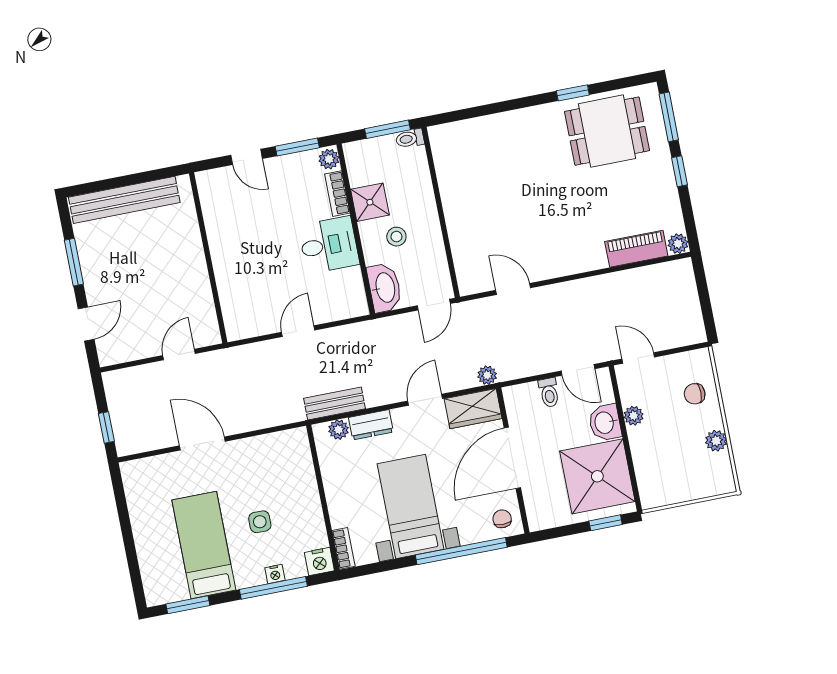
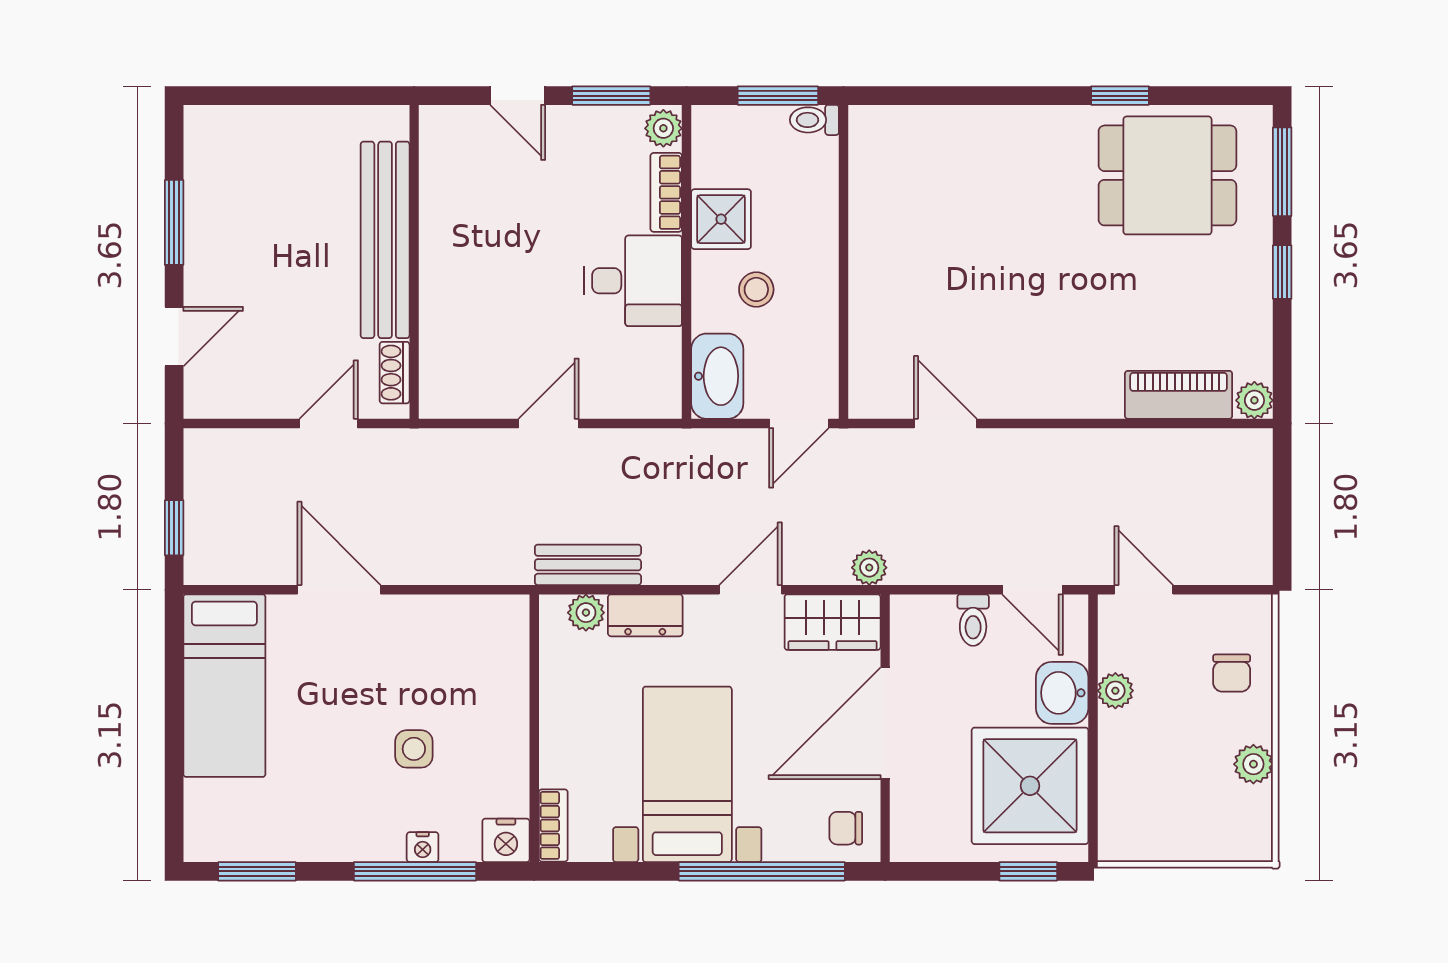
bench: (124, 200) -> (385, 240), moved, turned 90
shoe rack: (209, 320) -> (395, 373), added
chair: (695, 394) -> (1232, 673), turned -90
chair: (502, 519) -> (846, 828), turned -90
bed: (204, 545) -> (224, 686), moved, turned 180

